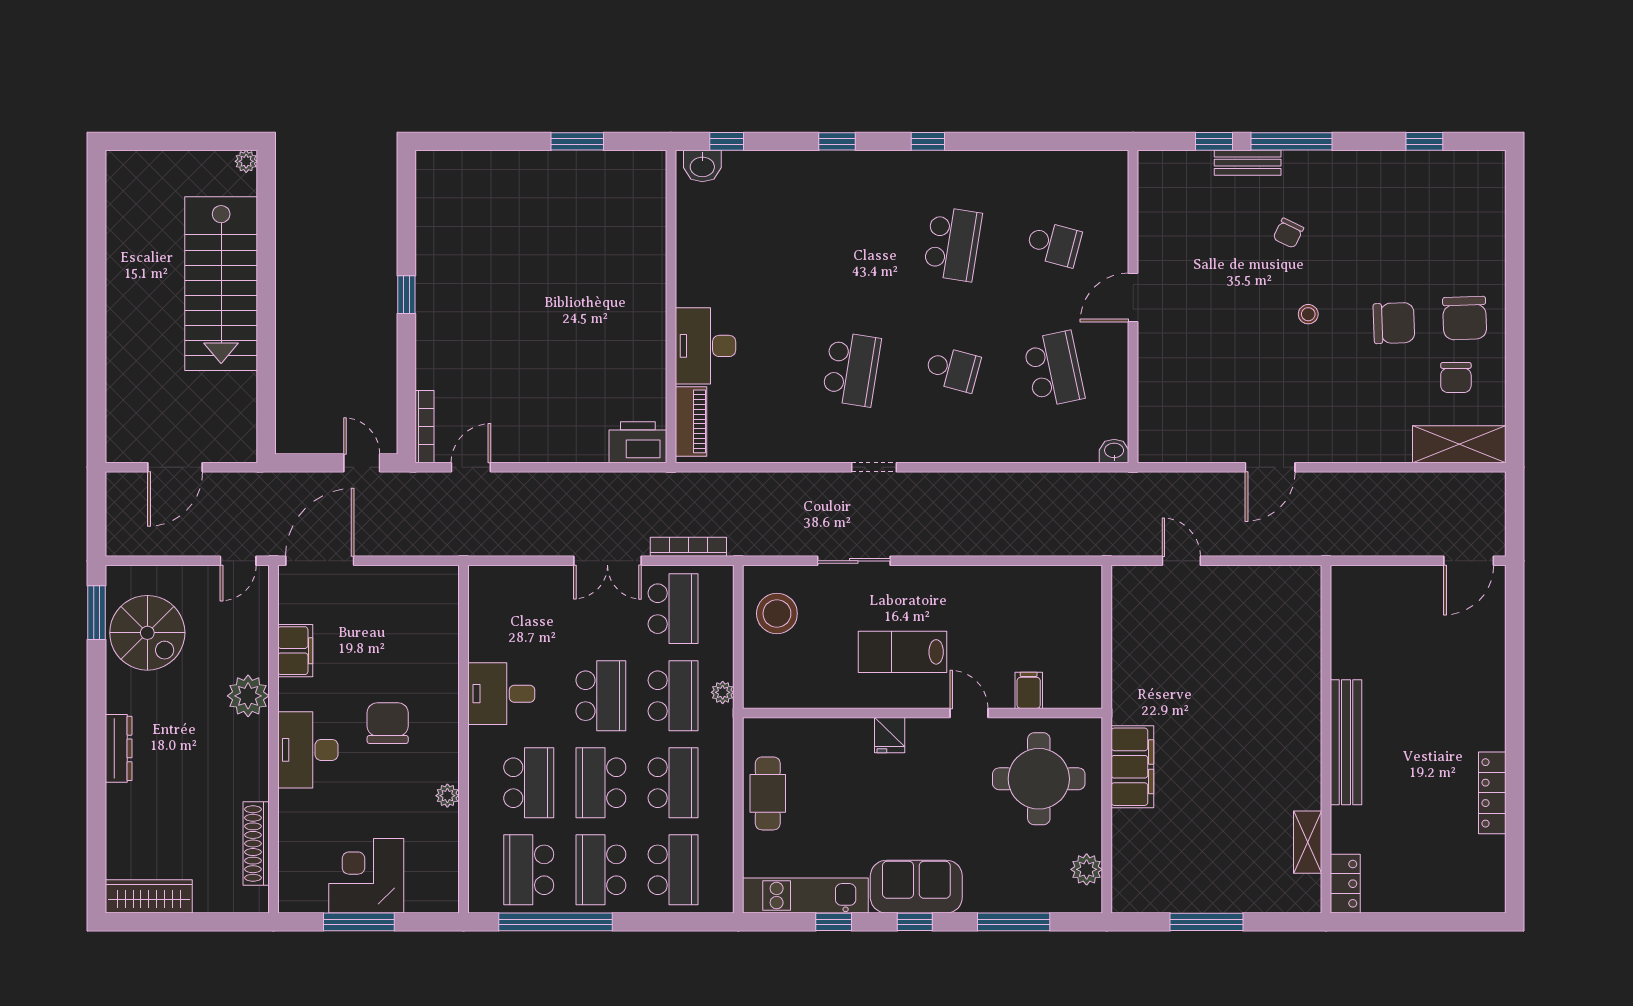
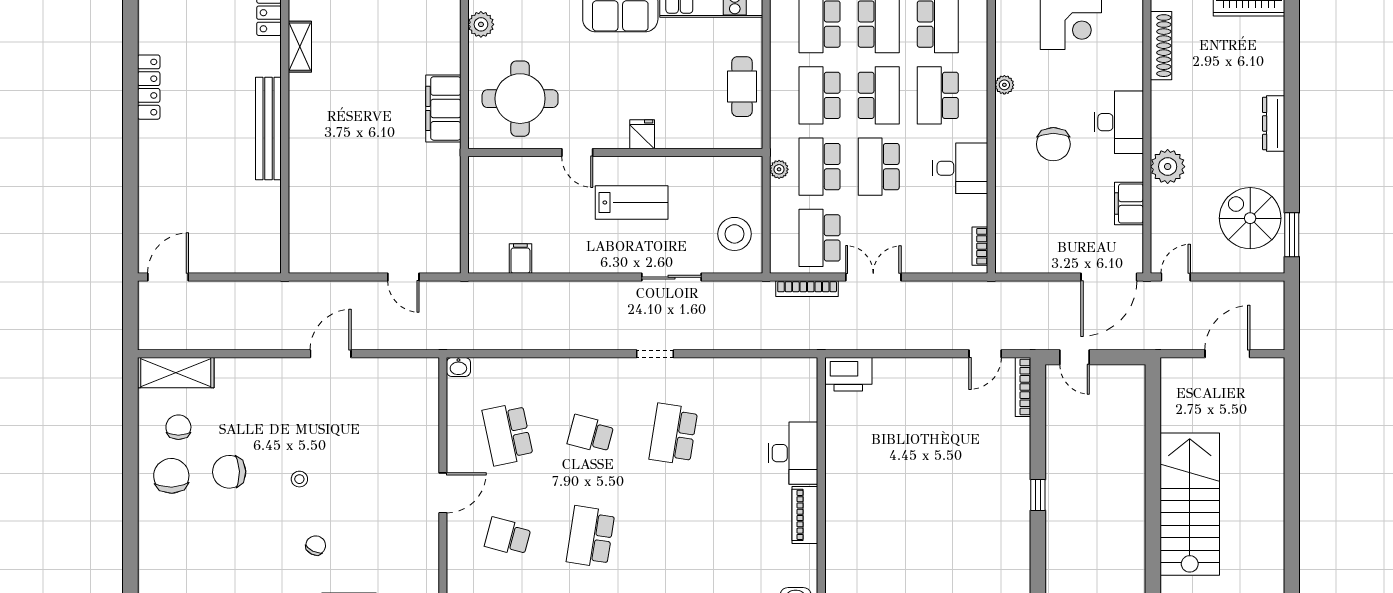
piano: (691, 421) -> (805, 515), moved
bookcase: (477, 599) -> (980, 246), added
filing cabinet: (1029, 690) -> (520, 259), moved, turned 180

